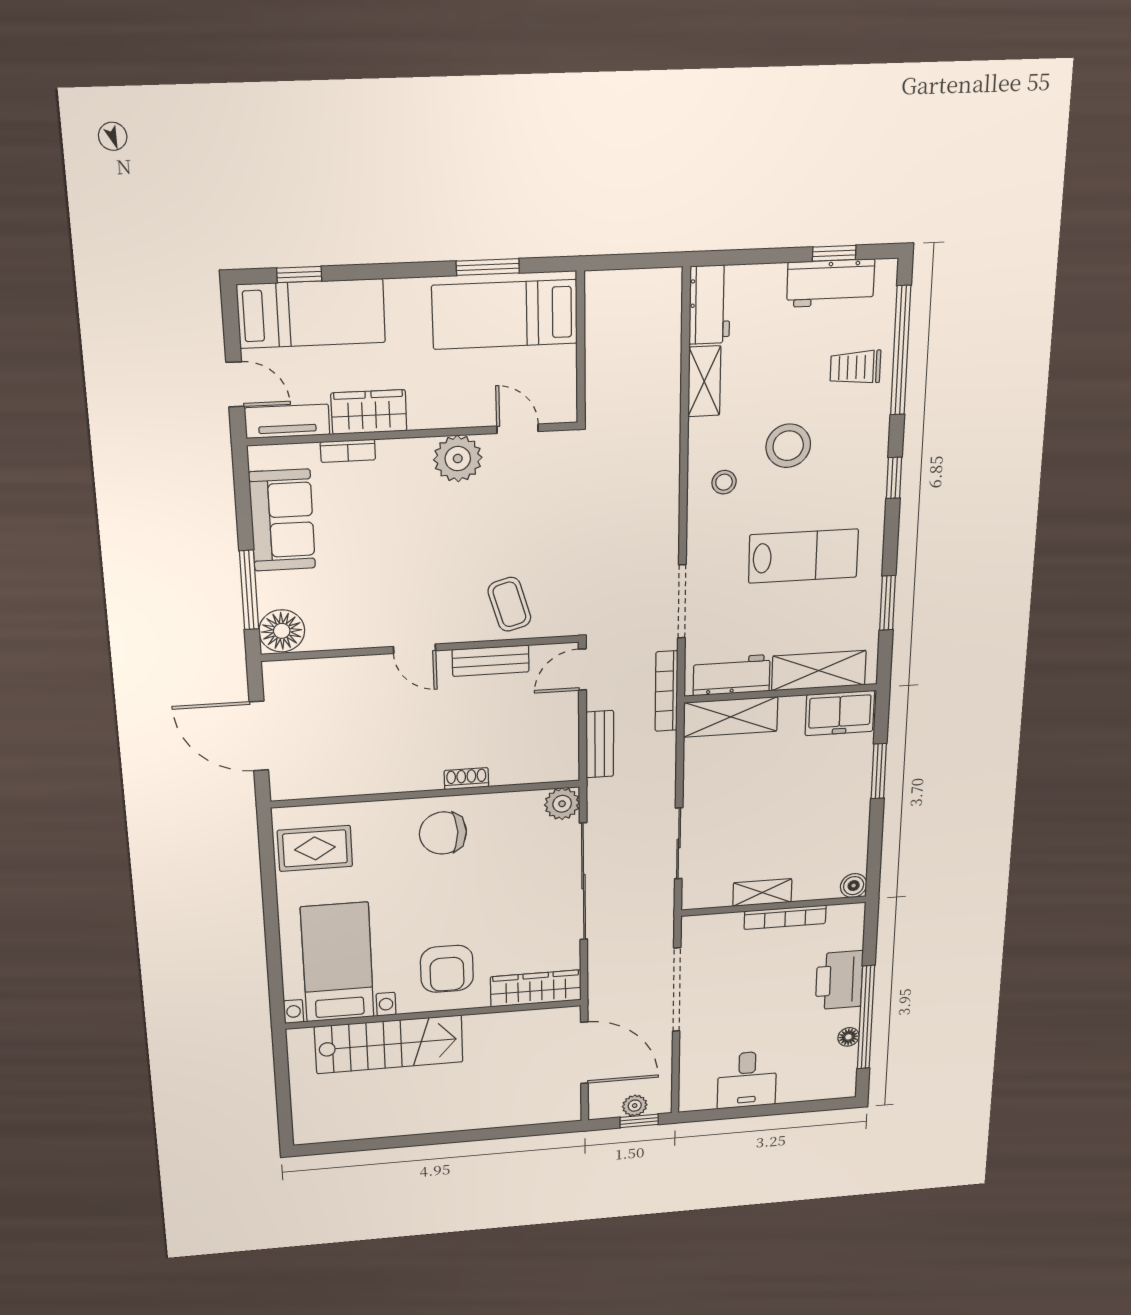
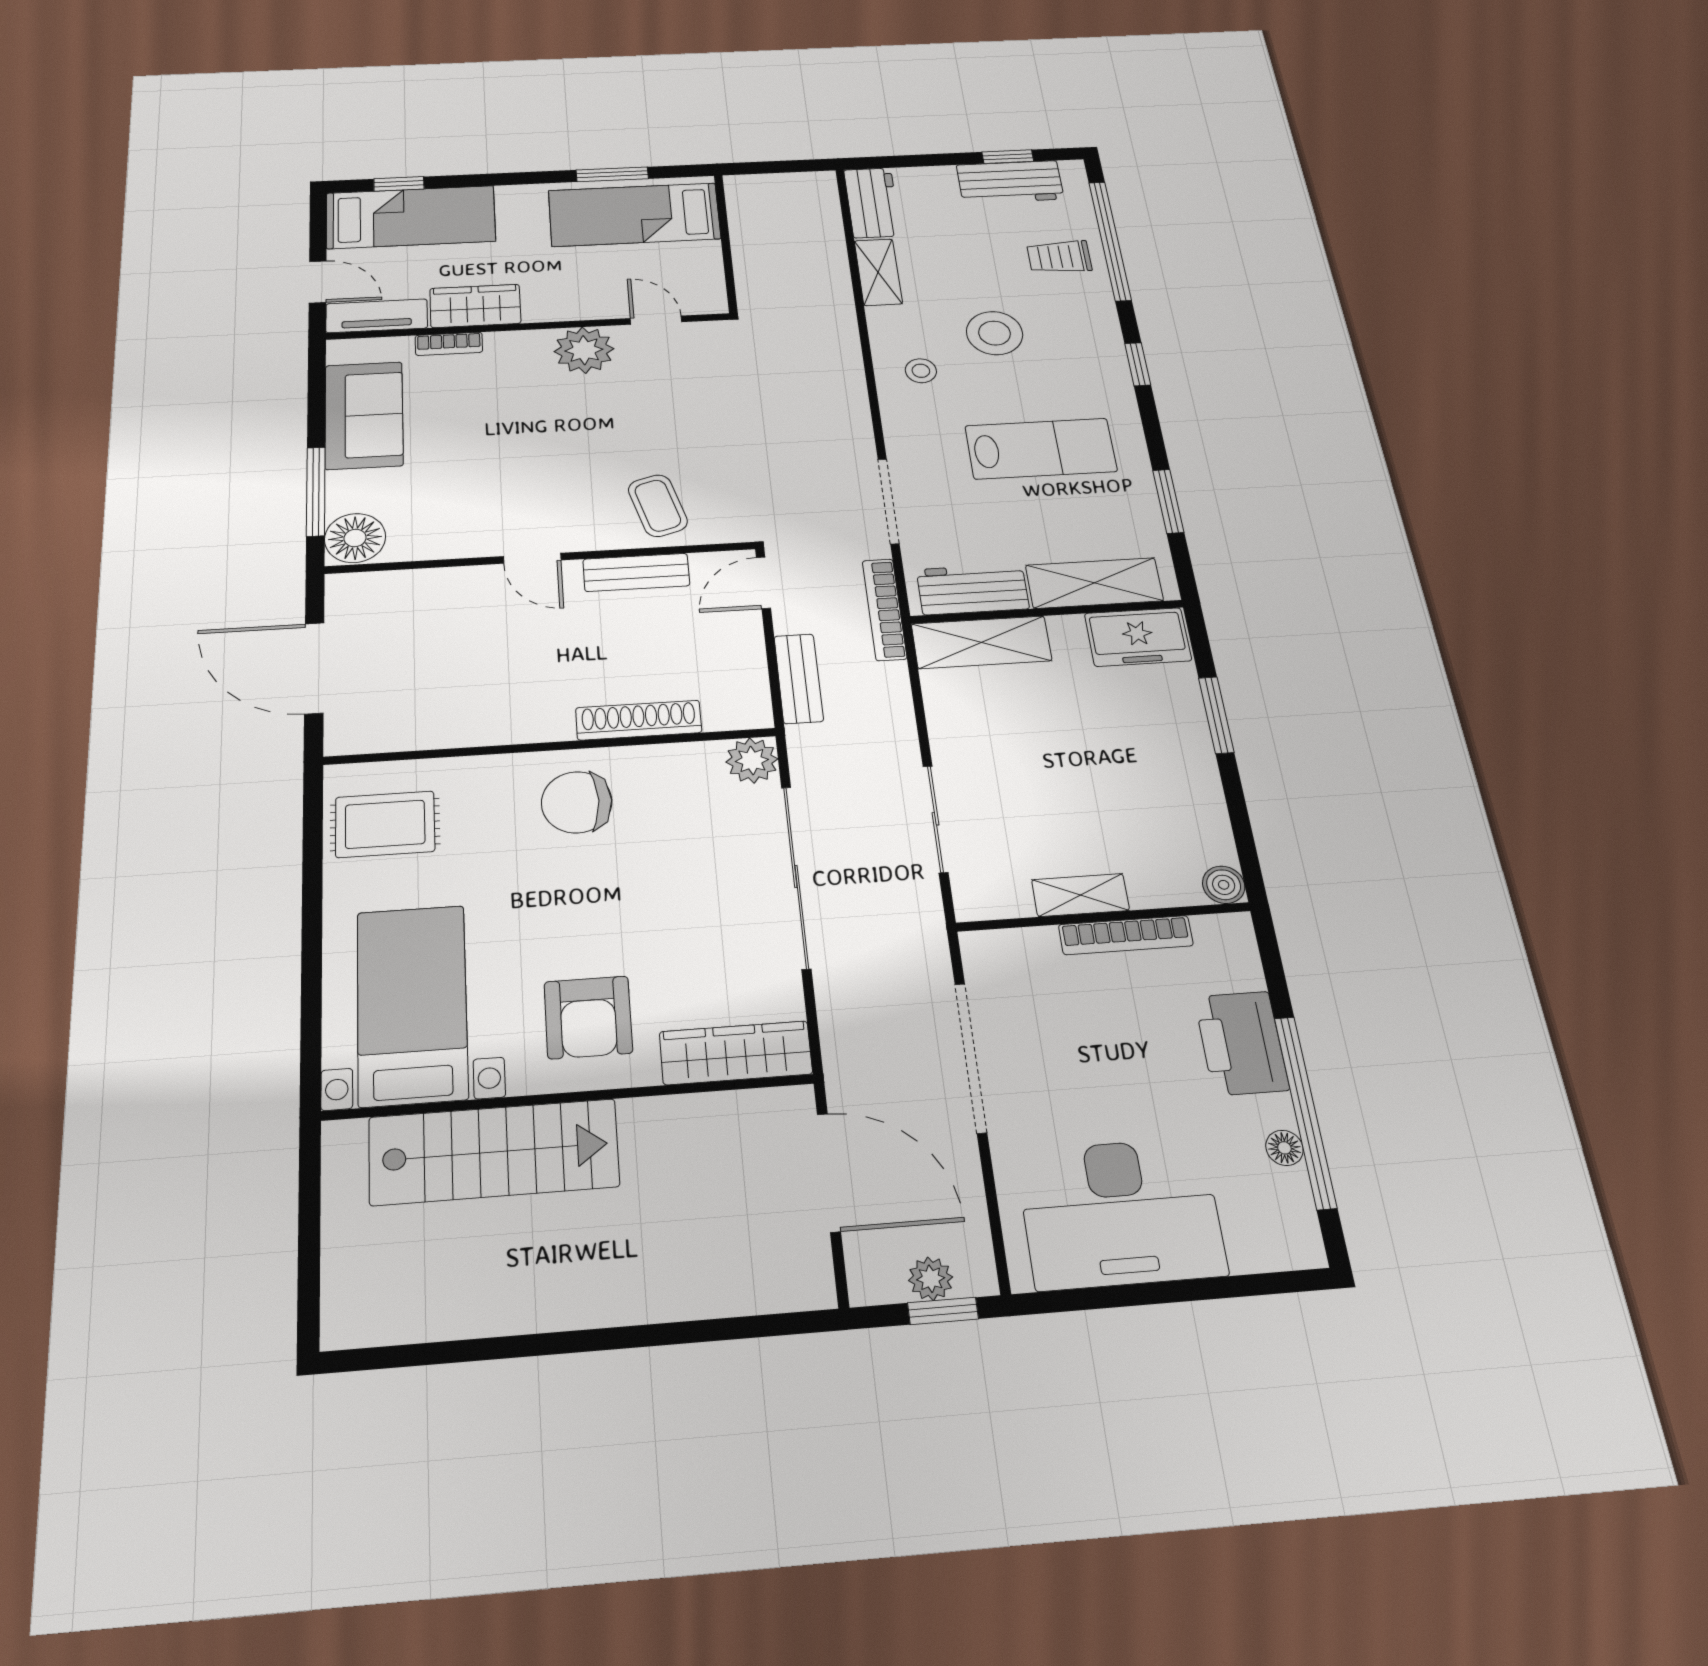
shoe rack: (466, 779) -> (639, 720), width x1.94, depth x1.24
desk: (747, 1080) -> (1121, 1213), width x1.87, depth x1.30

